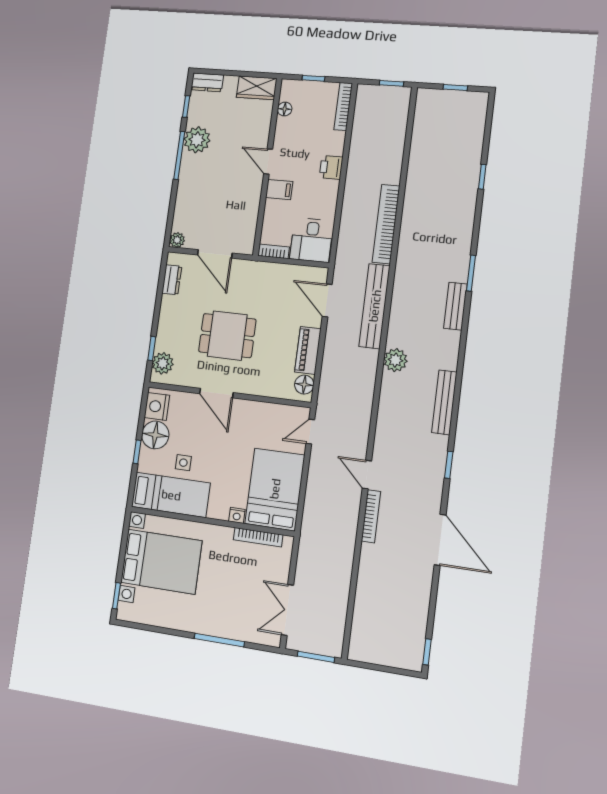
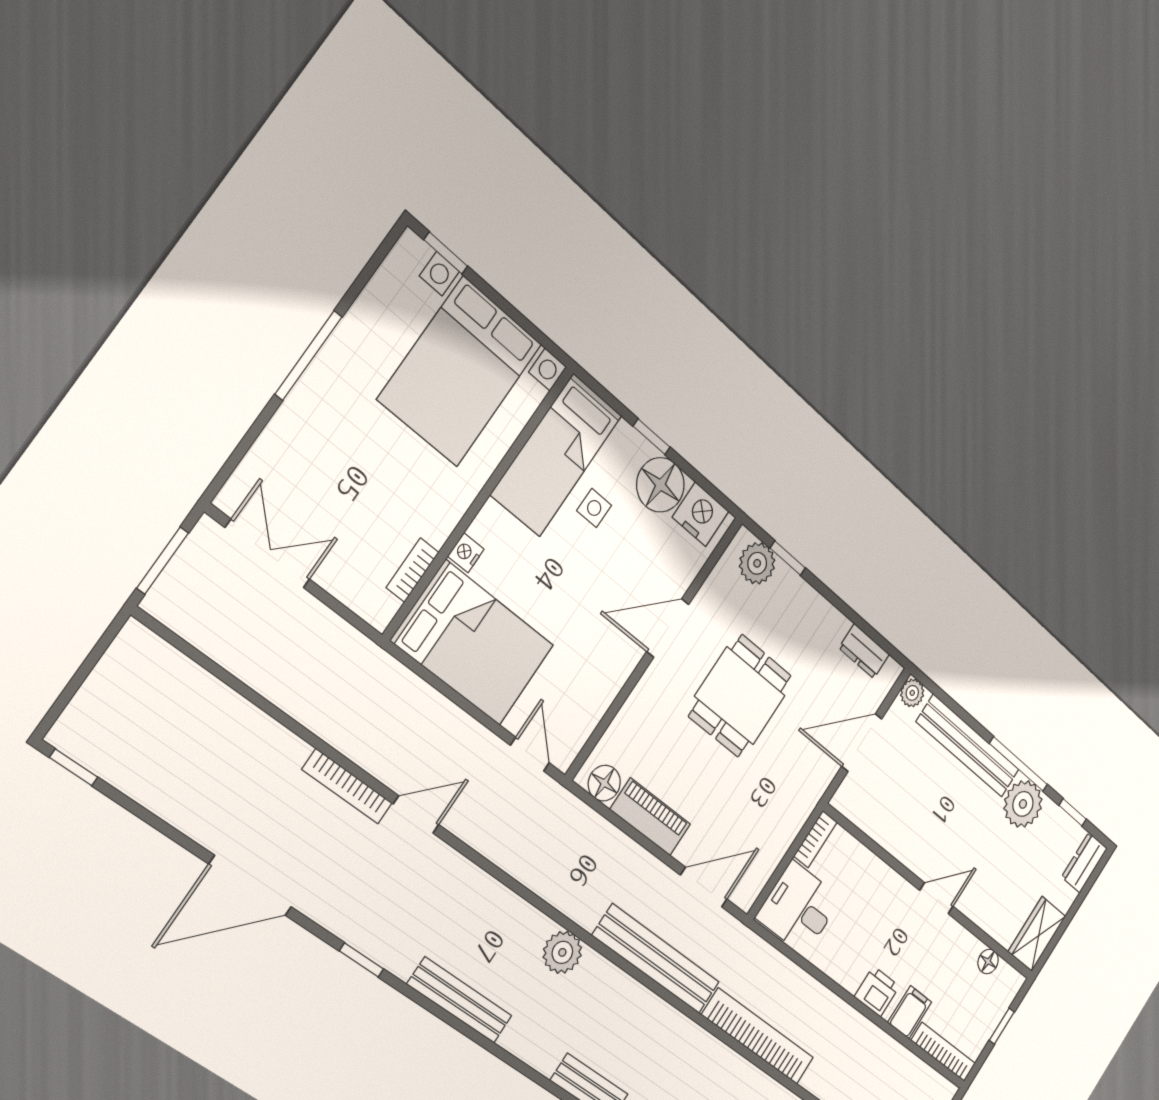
filing cabinet: (279, 190) -> (910, 1012), moved, turned 180
bench: (186, 191) -> (968, 746), added
bookcase: (258, 537) -> (413, 570), width x0.64
window: (219, 640) -> (309, 355), moved

